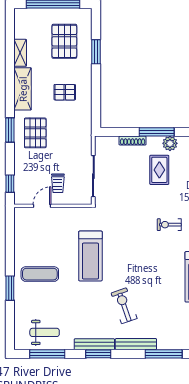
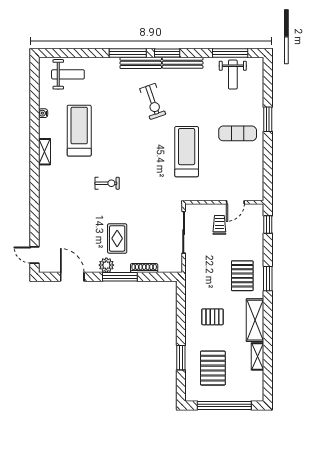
weight bench: (45, 332) -> (233, 75), turned -90
window: (98, 354) -> (167, 53), moved
window: (164, 354) -> (128, 53), moved

